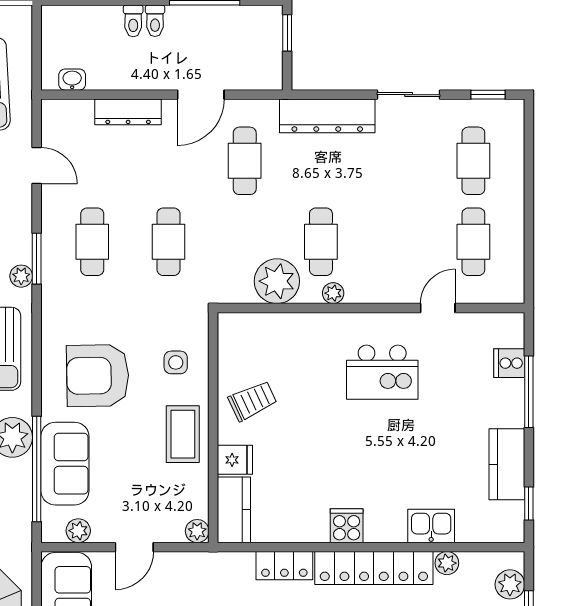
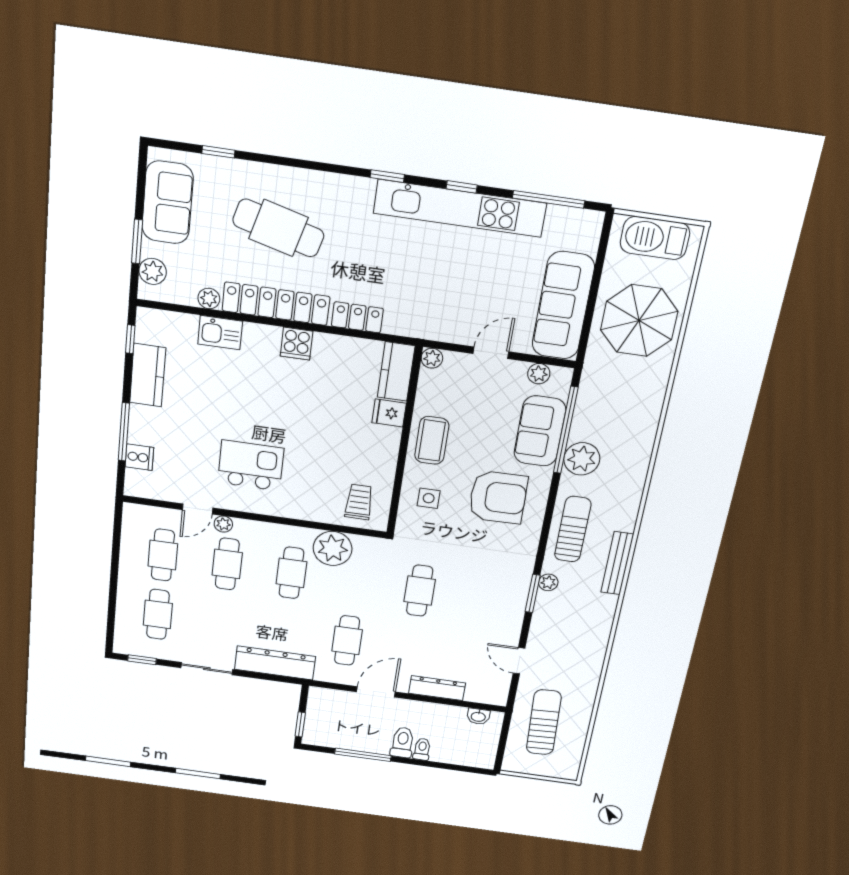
toilet: (155, 21) -> (402, 742), width x1.37, depth x1.39
cafe table: (92, 242) -> (227, 564), moved
plant: (333, 293) -> (223, 524), moved
trolley: (253, 401) -> (359, 502), moved, turned 115

